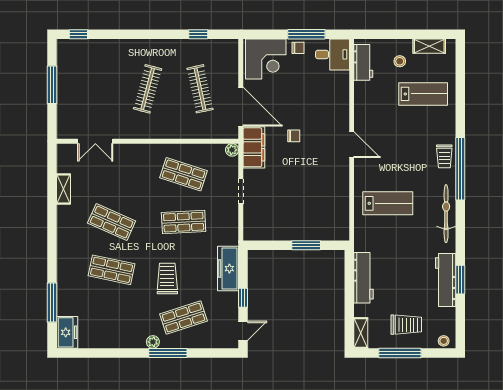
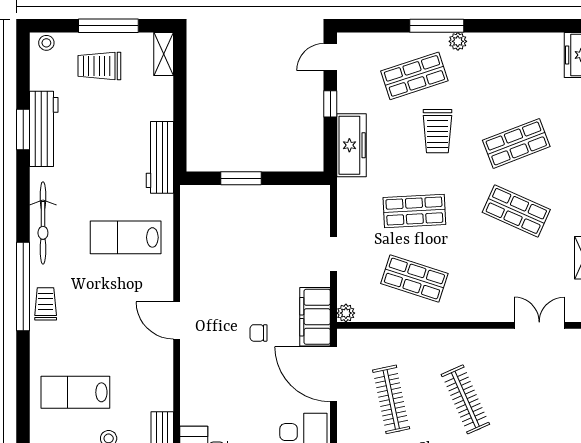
clothes rail: (148, 89) -> (465, 399), turned -39
shop shelf: (112, 270) -> (516, 143), turned -33
workbench: (363, 278) -> (160, 157), moved

